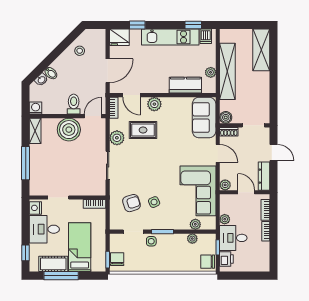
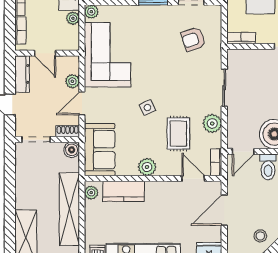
plant: (211, 72) -> (91, 193), moved
plant: (154, 104) -> (147, 167), moved
rug: (143, 130) -> (178, 134), turned 90
door: (218, 153) -> (82, 103), hinge flipped
plant: (225, 185) -> (72, 81), moved
side table: (154, 202) -> (147, 108), moved
plant: (195, 224) -> (91, 12), moved

